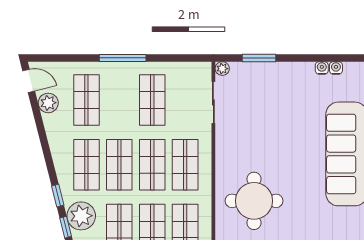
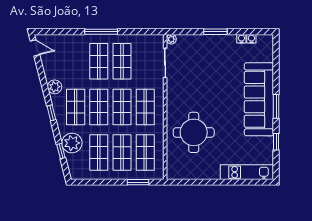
window: (259, 58) -> (215, 32), moved
shop shelf: (86, 100) -> (99, 61), moved
plant: (48, 103) -> (55, 87), moved
window: (58, 196) -> (51, 113), moved

